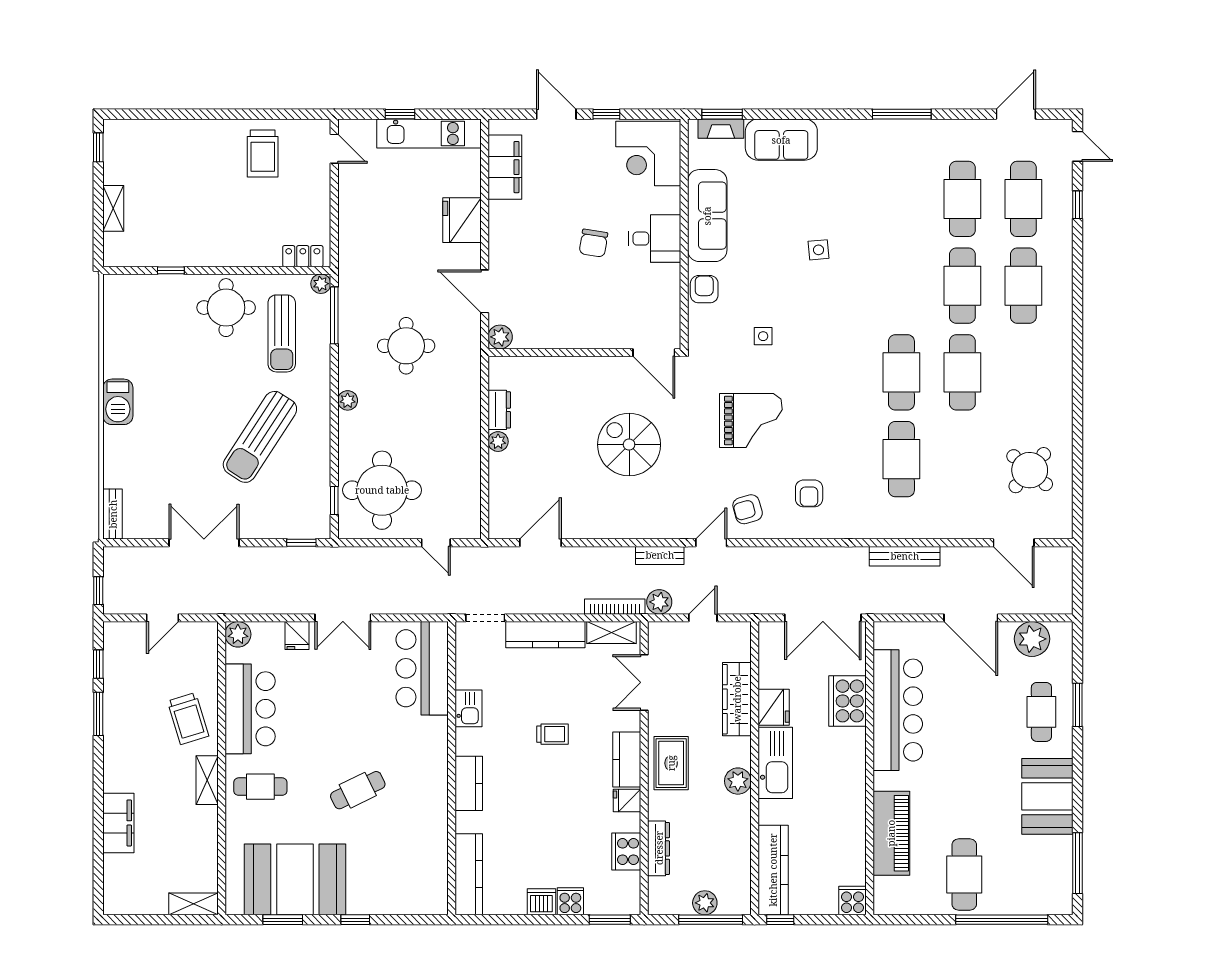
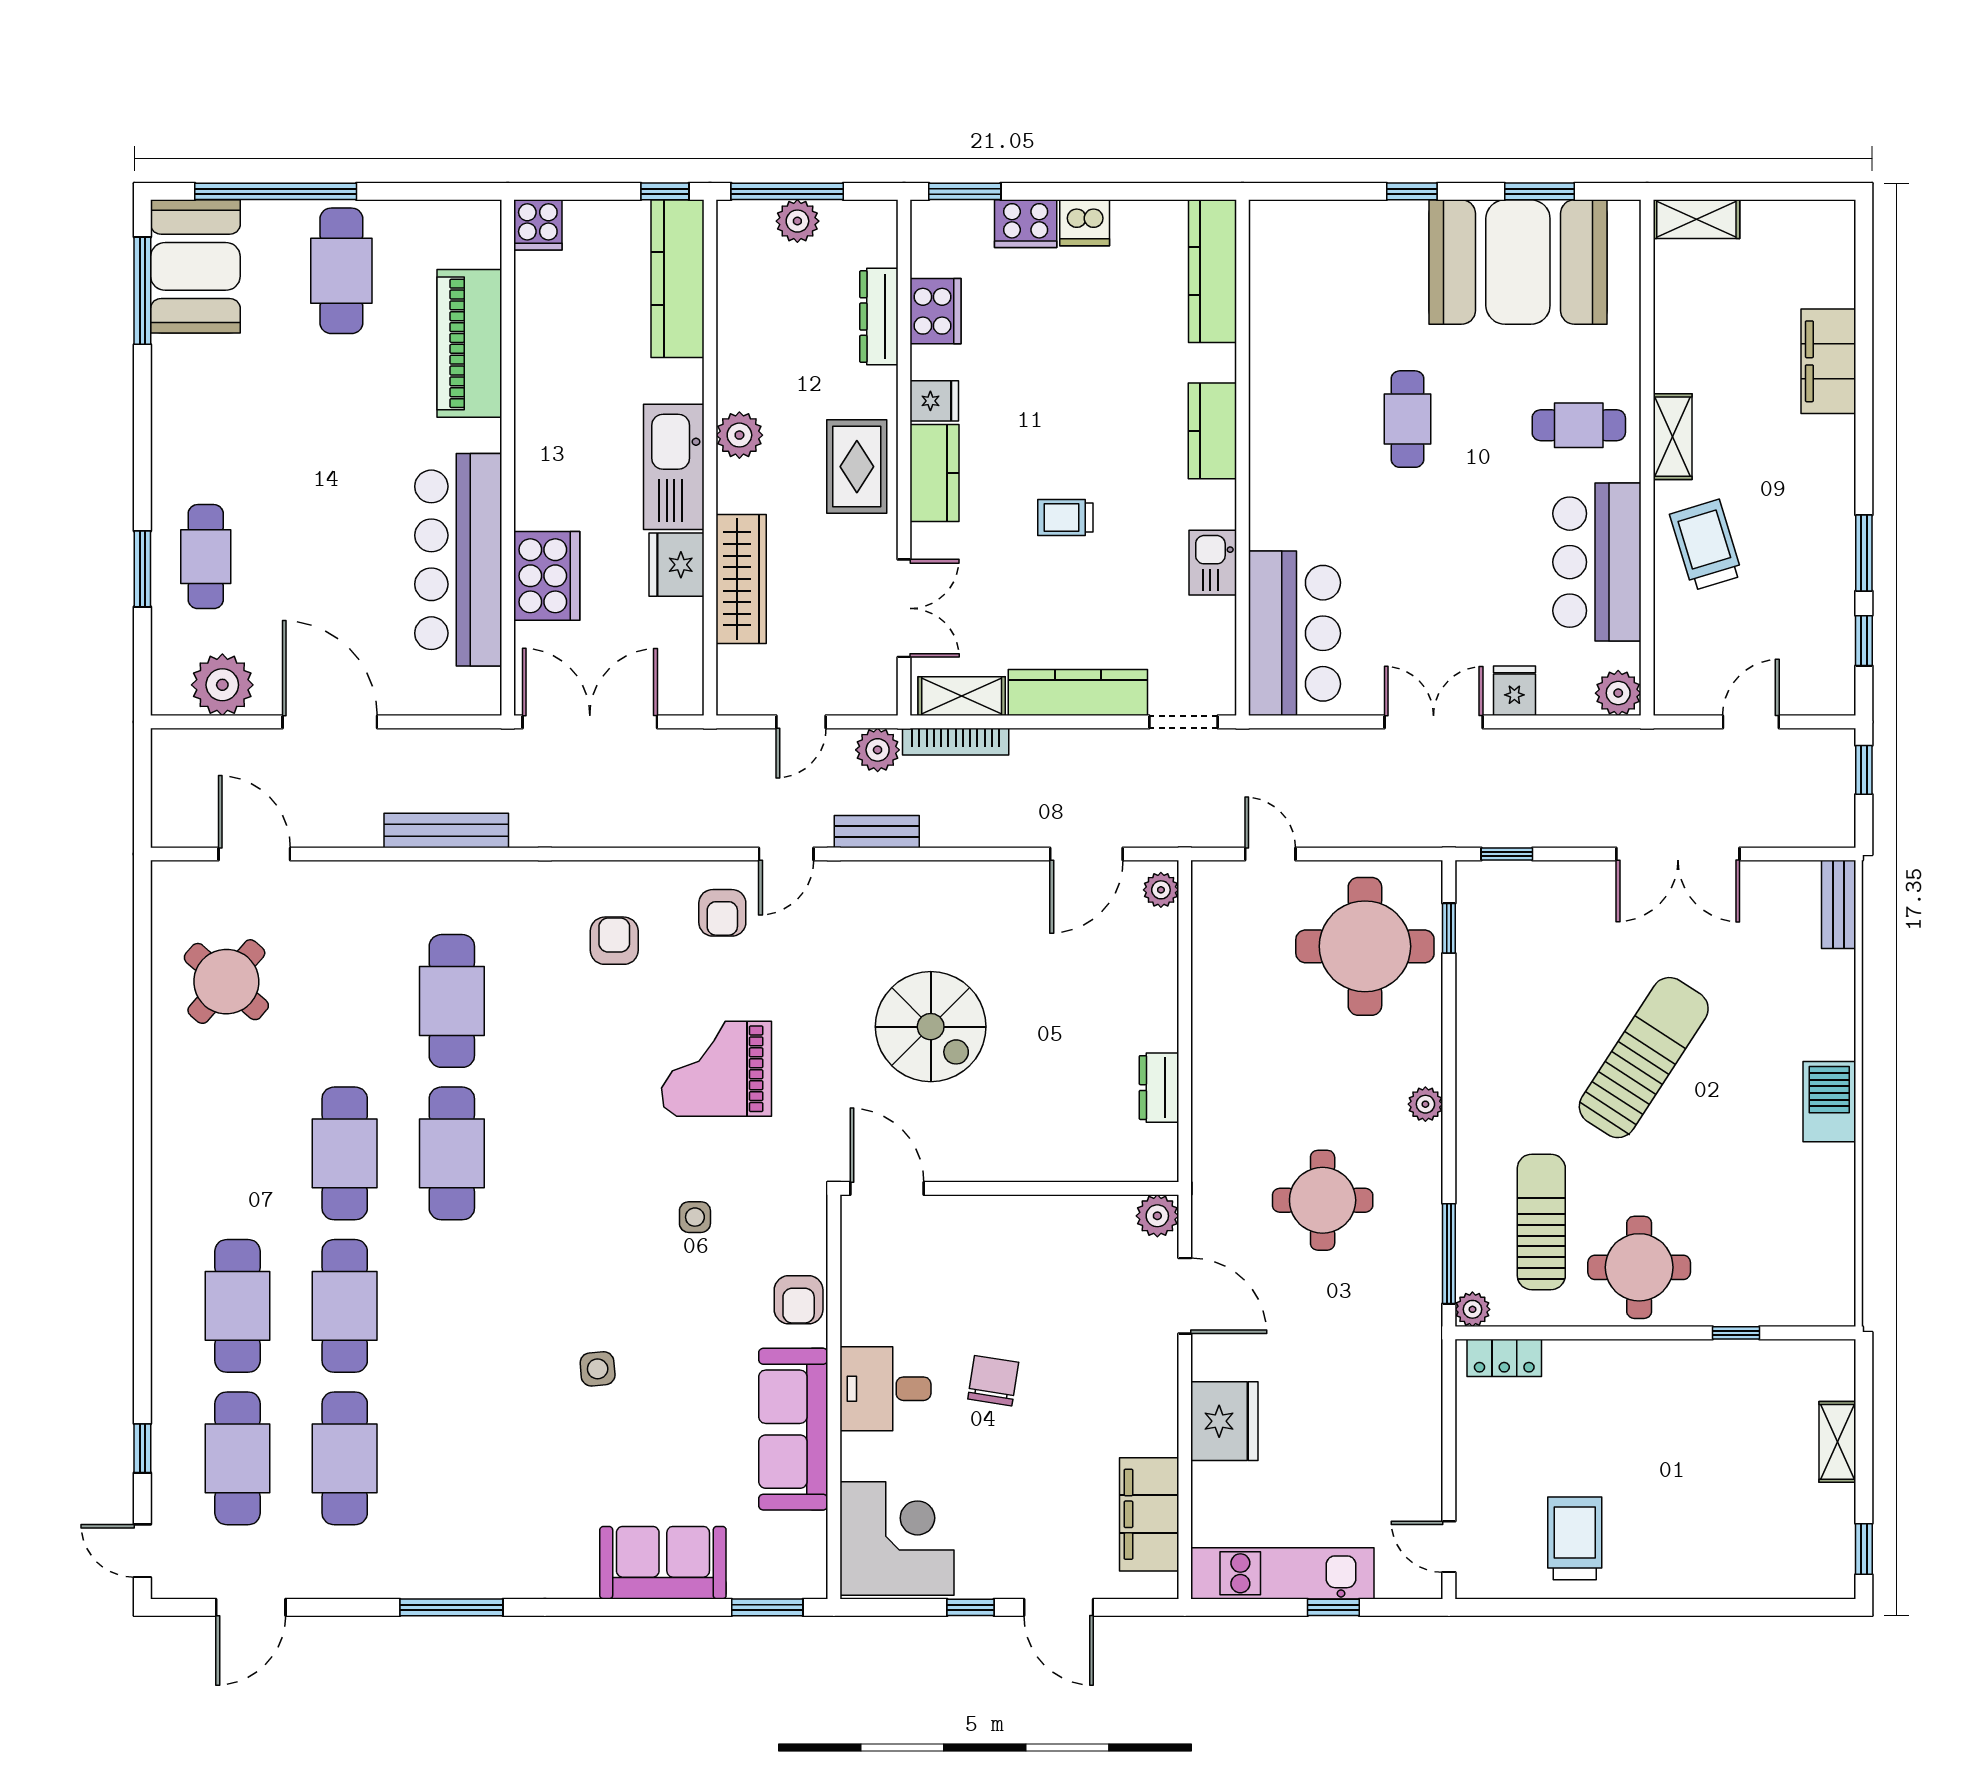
fireplace: (721, 129) -> (769, 1582), removed
sun lounger: (260, 437) -> (1644, 1058), moved
plant: (498, 442) -> (1161, 890), moved
armchair: (748, 509) -> (722, 913), turned 106
cafe table: (358, 790) -> (1407, 419), turned -64
booth: (1047, 796) -> (195, 266), moved
cooker: (570, 901) -> (1026, 224), width x1.36

